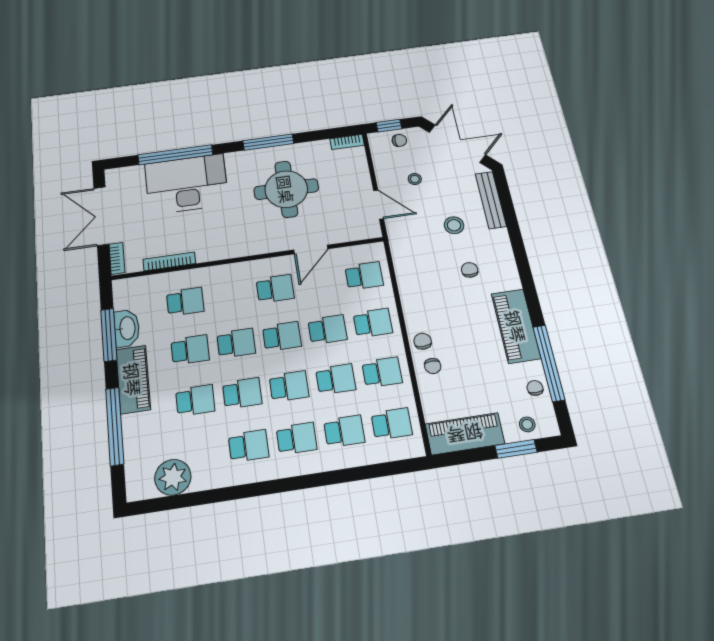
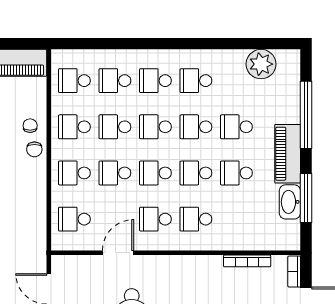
school desk: (185, 302) -> (196, 219), moved

